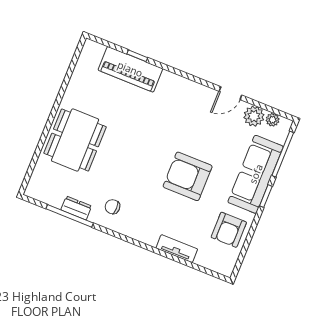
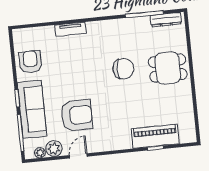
dining table: (75, 140) -> (168, 68), width x0.73
armchair: (188, 176) -> (77, 115), moved
chair: (113, 207) -> (123, 69), moved, width x1.87, depth x1.87
dresser: (76, 208) -> (166, 20), moved, width x1.44
tv unit: (177, 249) -> (71, 29), moved

